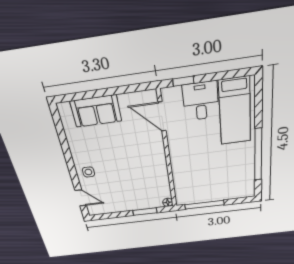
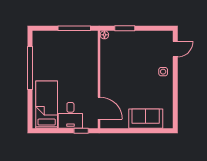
door: (81, 198) -> (175, 49), swing flipped

